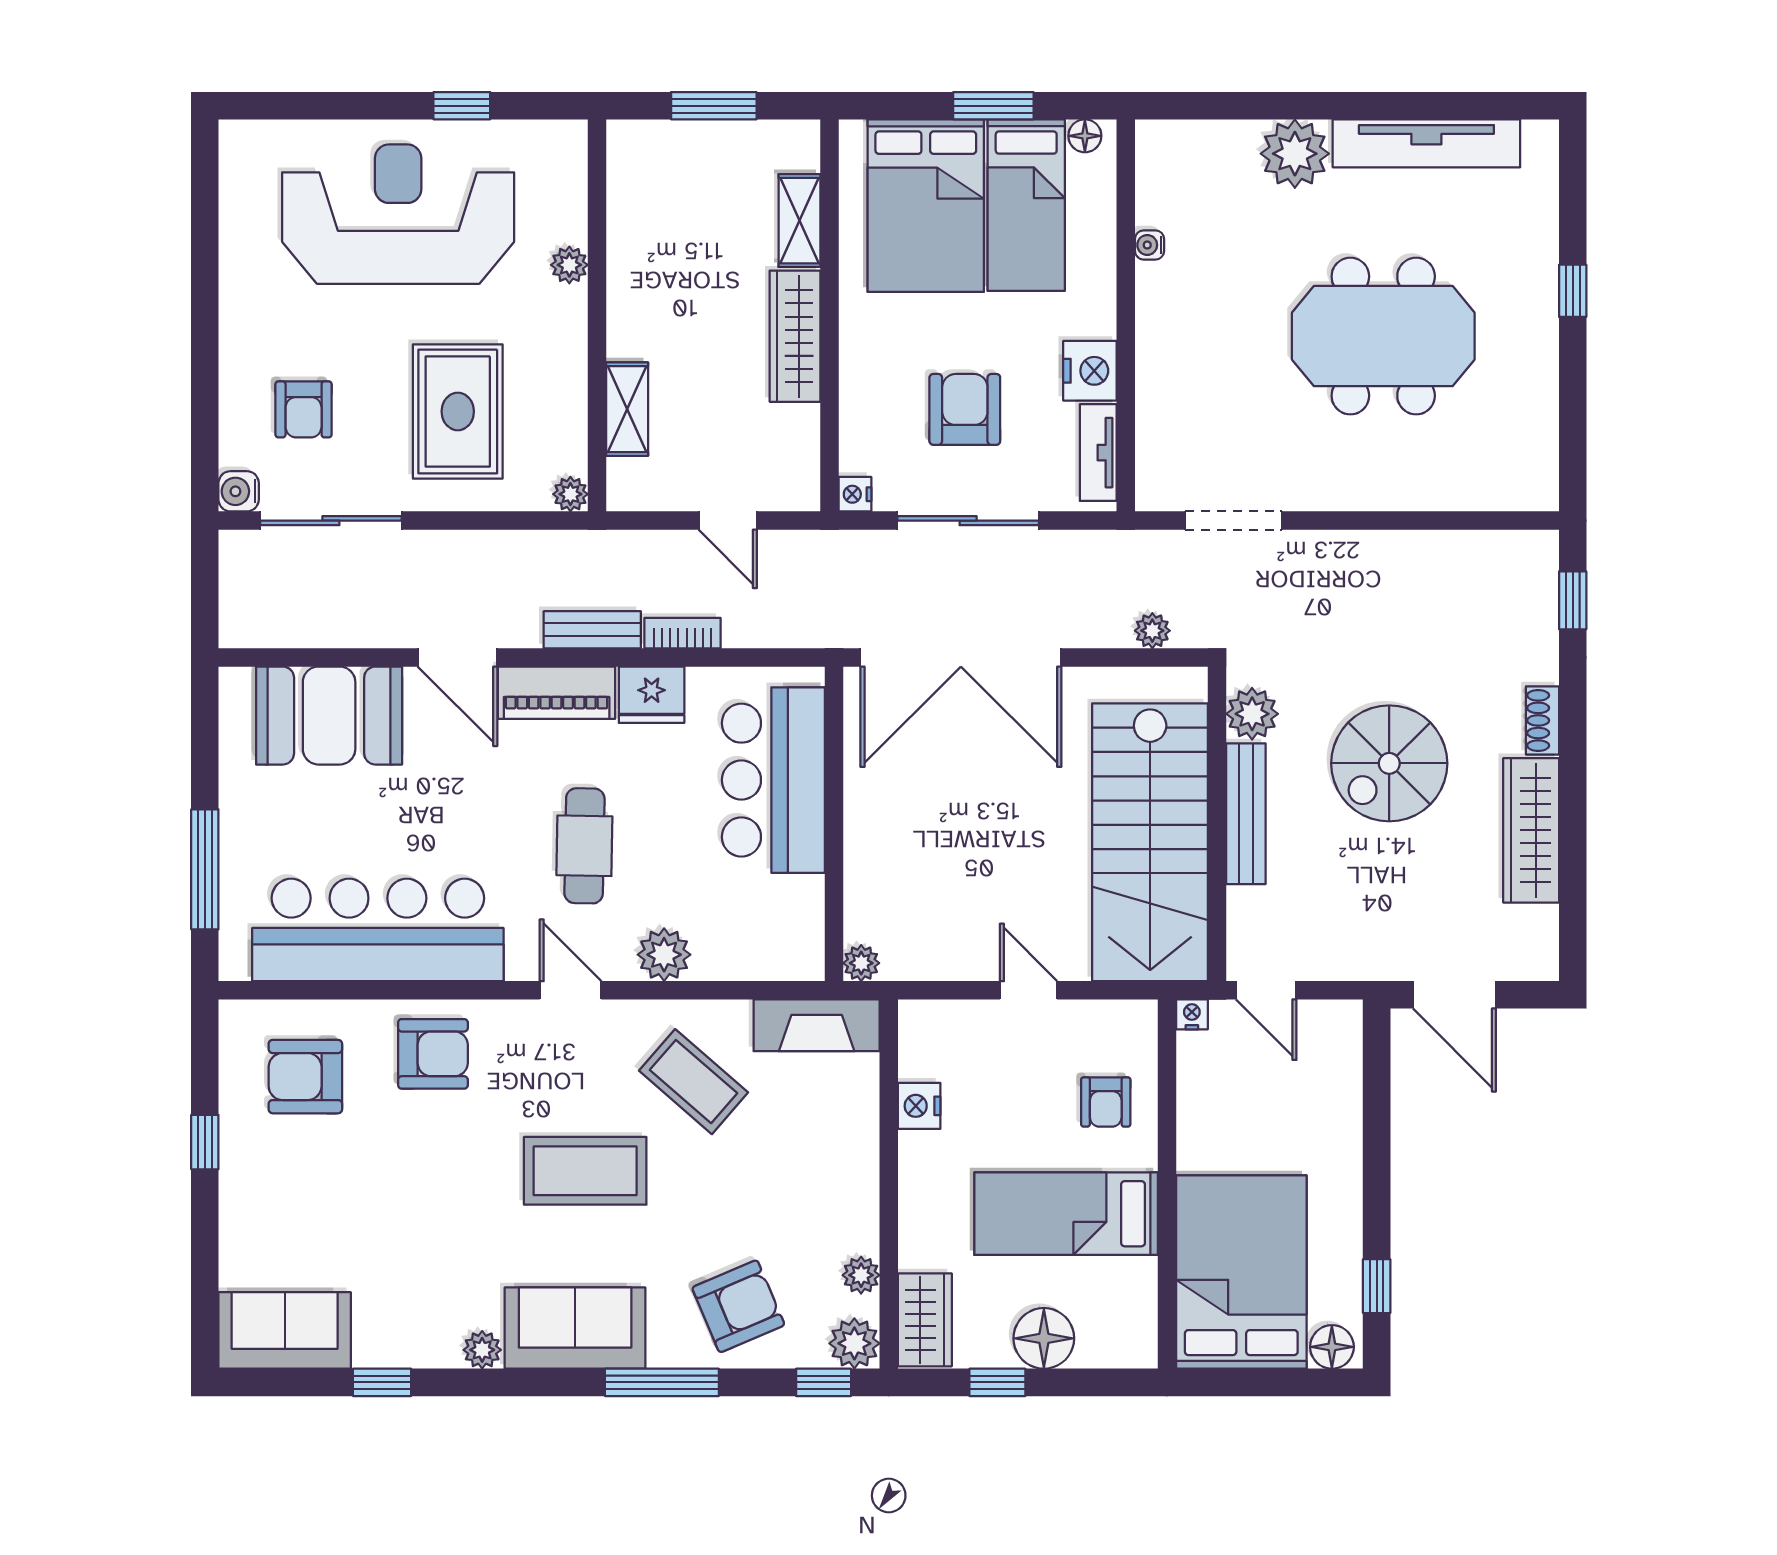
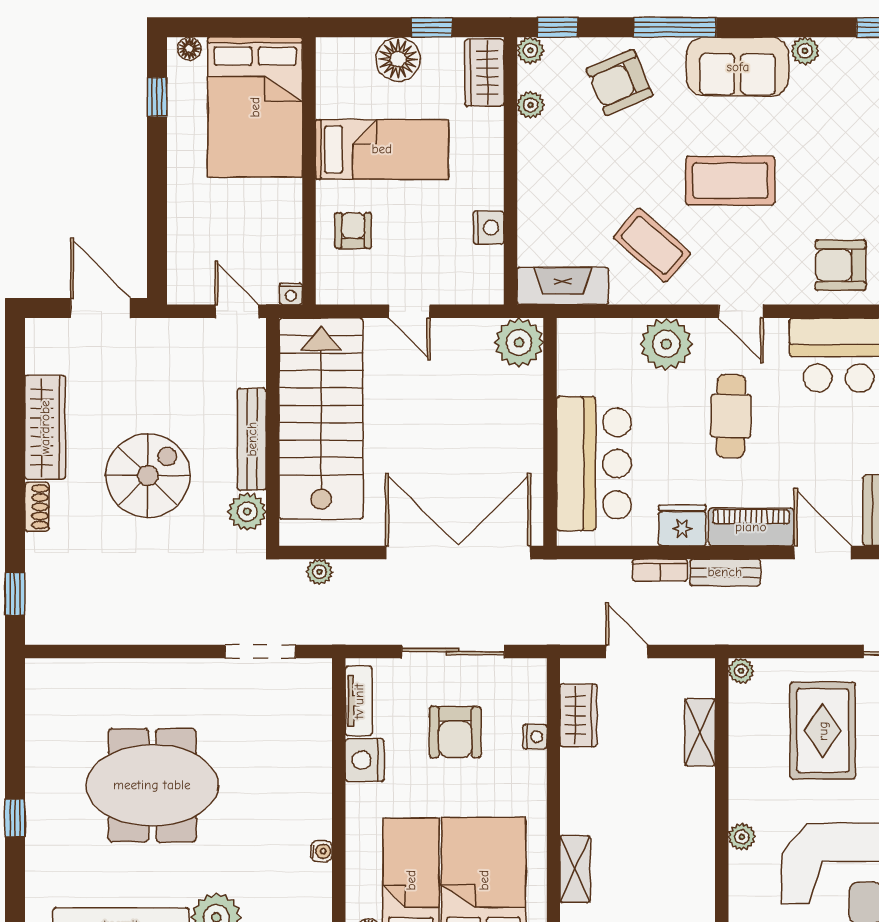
wardrobe: (795, 336) -> (578, 715), moved, width x0.67
nightstand: (855, 494) -> (535, 737), moved
plant: (664, 955) -> (666, 344), width x1.36, depth x1.36
plant: (861, 963) -> (519, 343), width x1.88, depth x1.88
plant: (854, 1343) -> (530, 50), width x0.73, depth x0.73
floor lamp: (1332, 1347) -> (189, 49), width x0.73, depth x0.73

